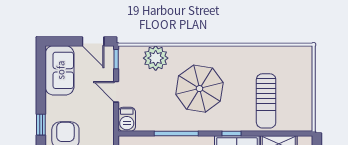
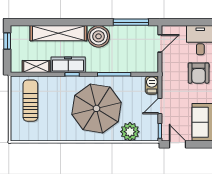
parasol: (199, 89) -> (96, 108), width x1.36, depth x1.36
door: (116, 92) -> (160, 106), swing flipped
sun lounger: (266, 101) -> (30, 101), moved

